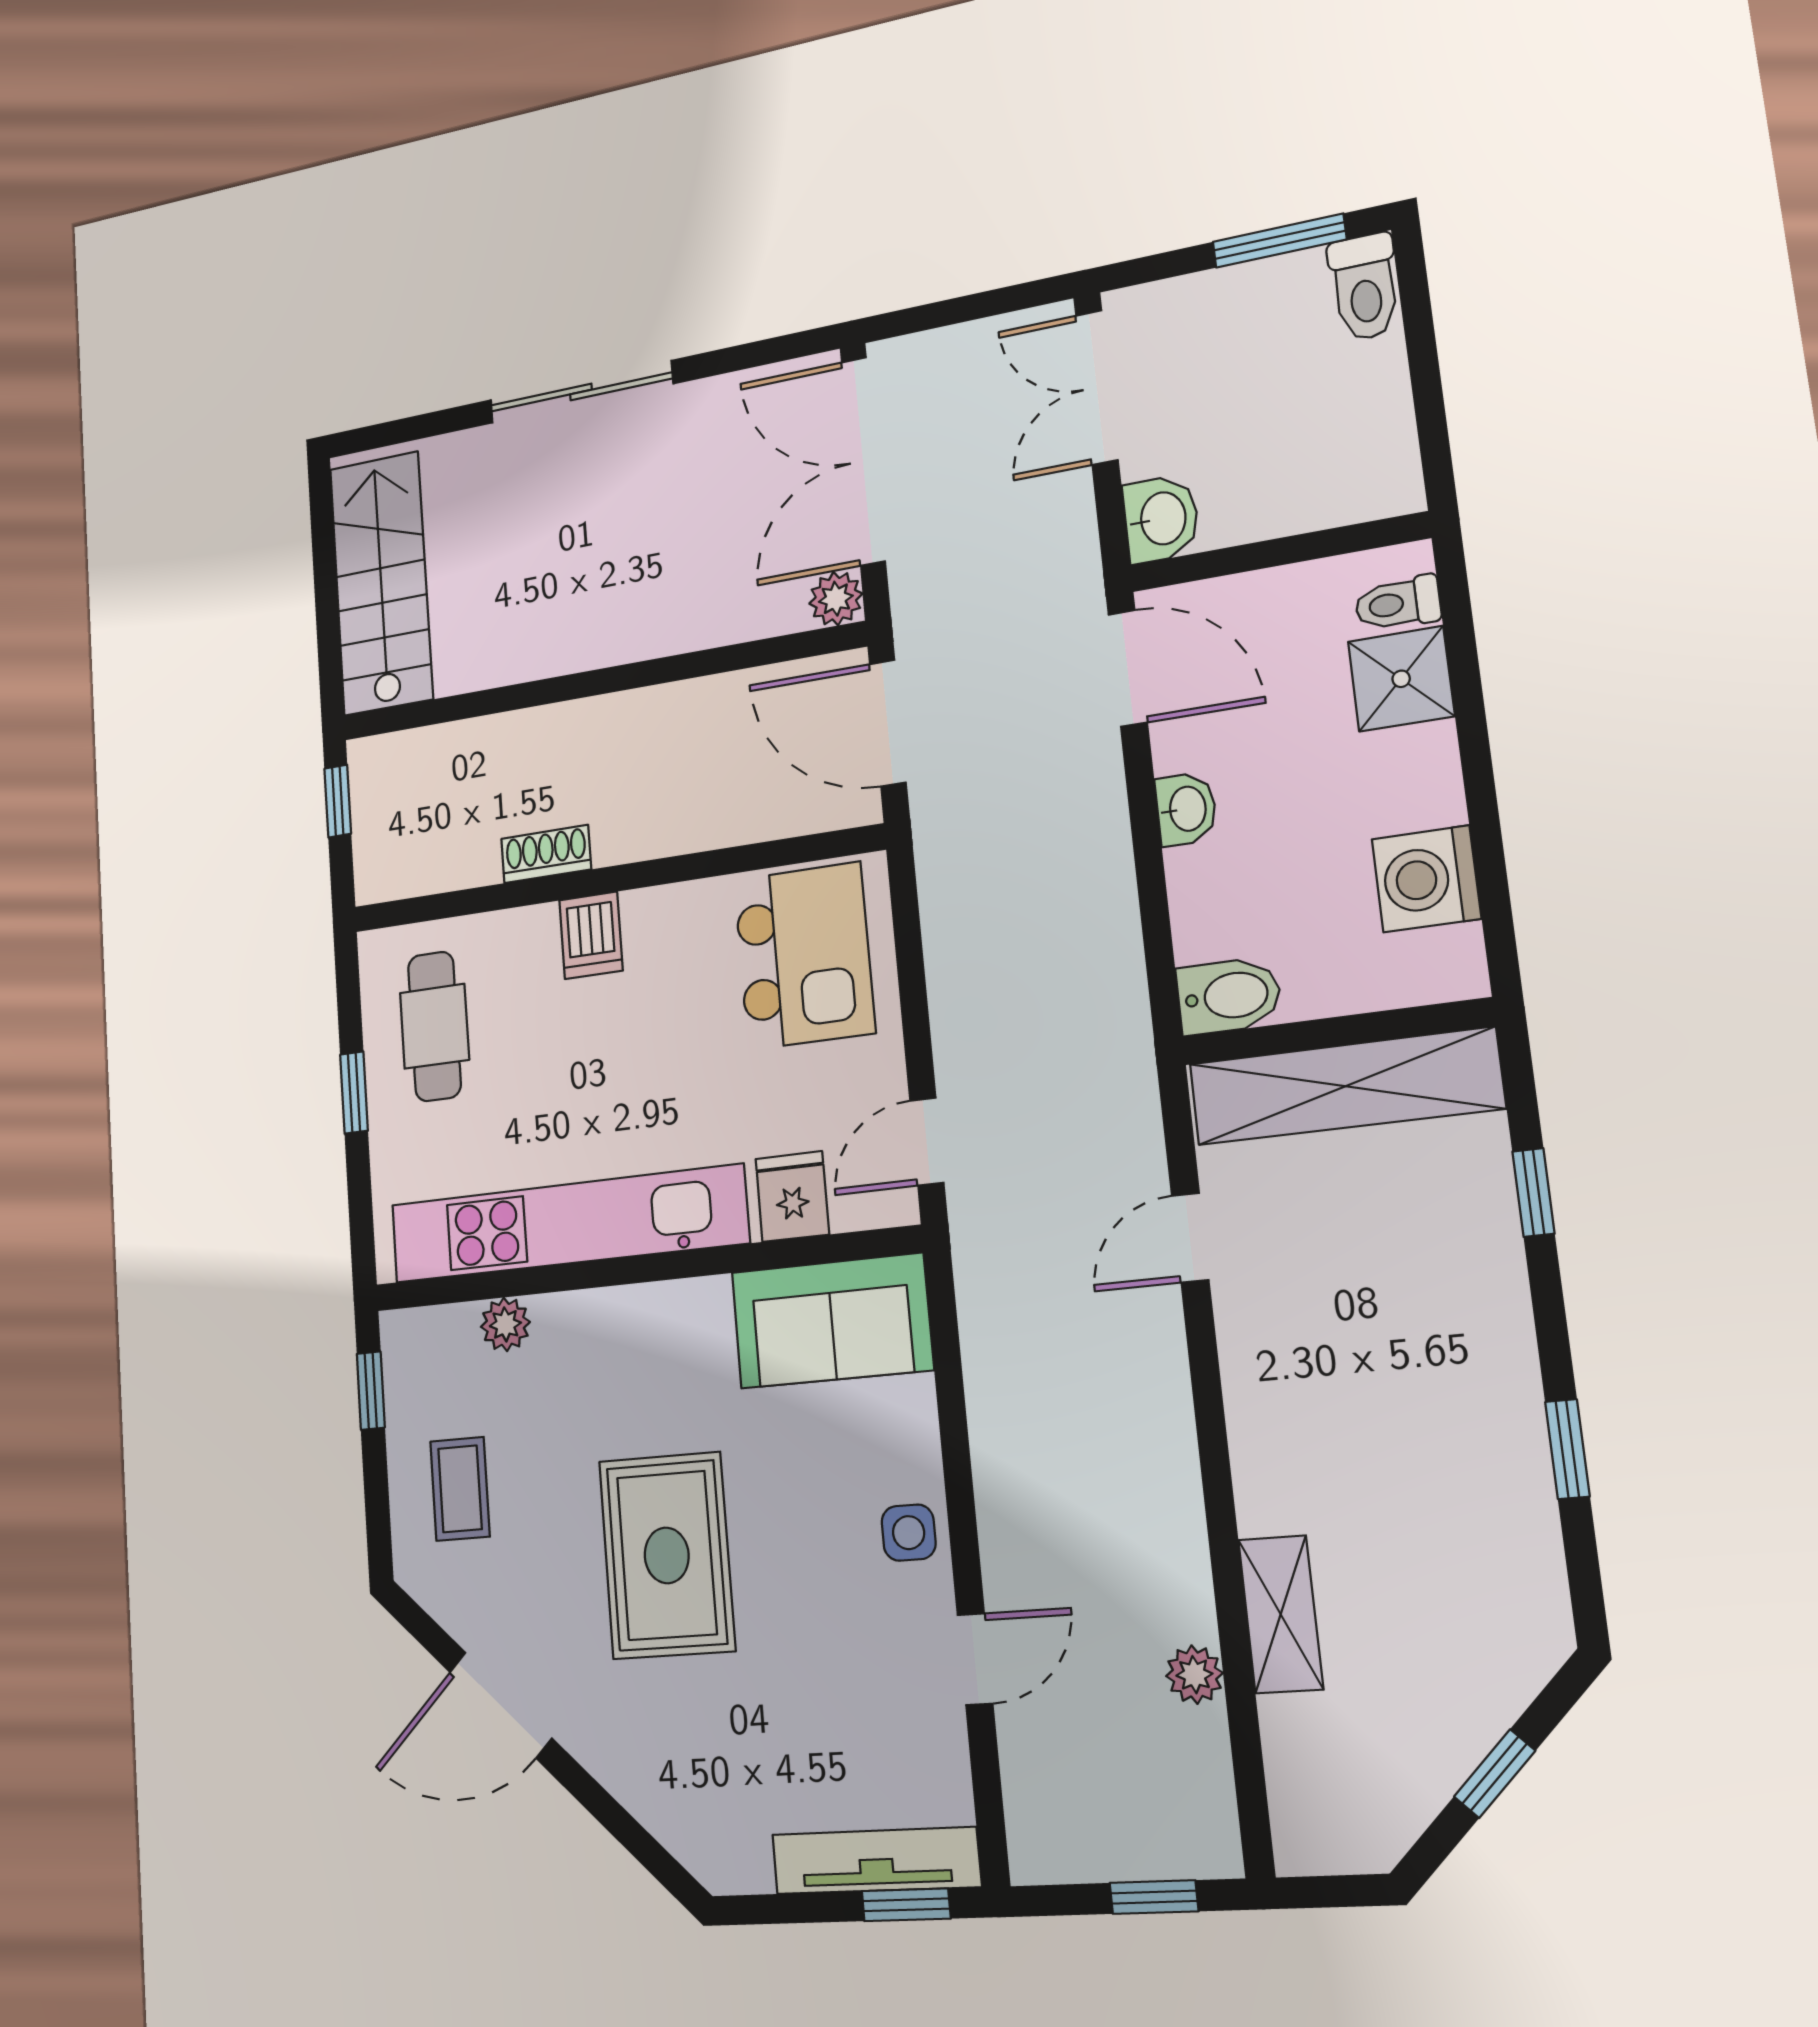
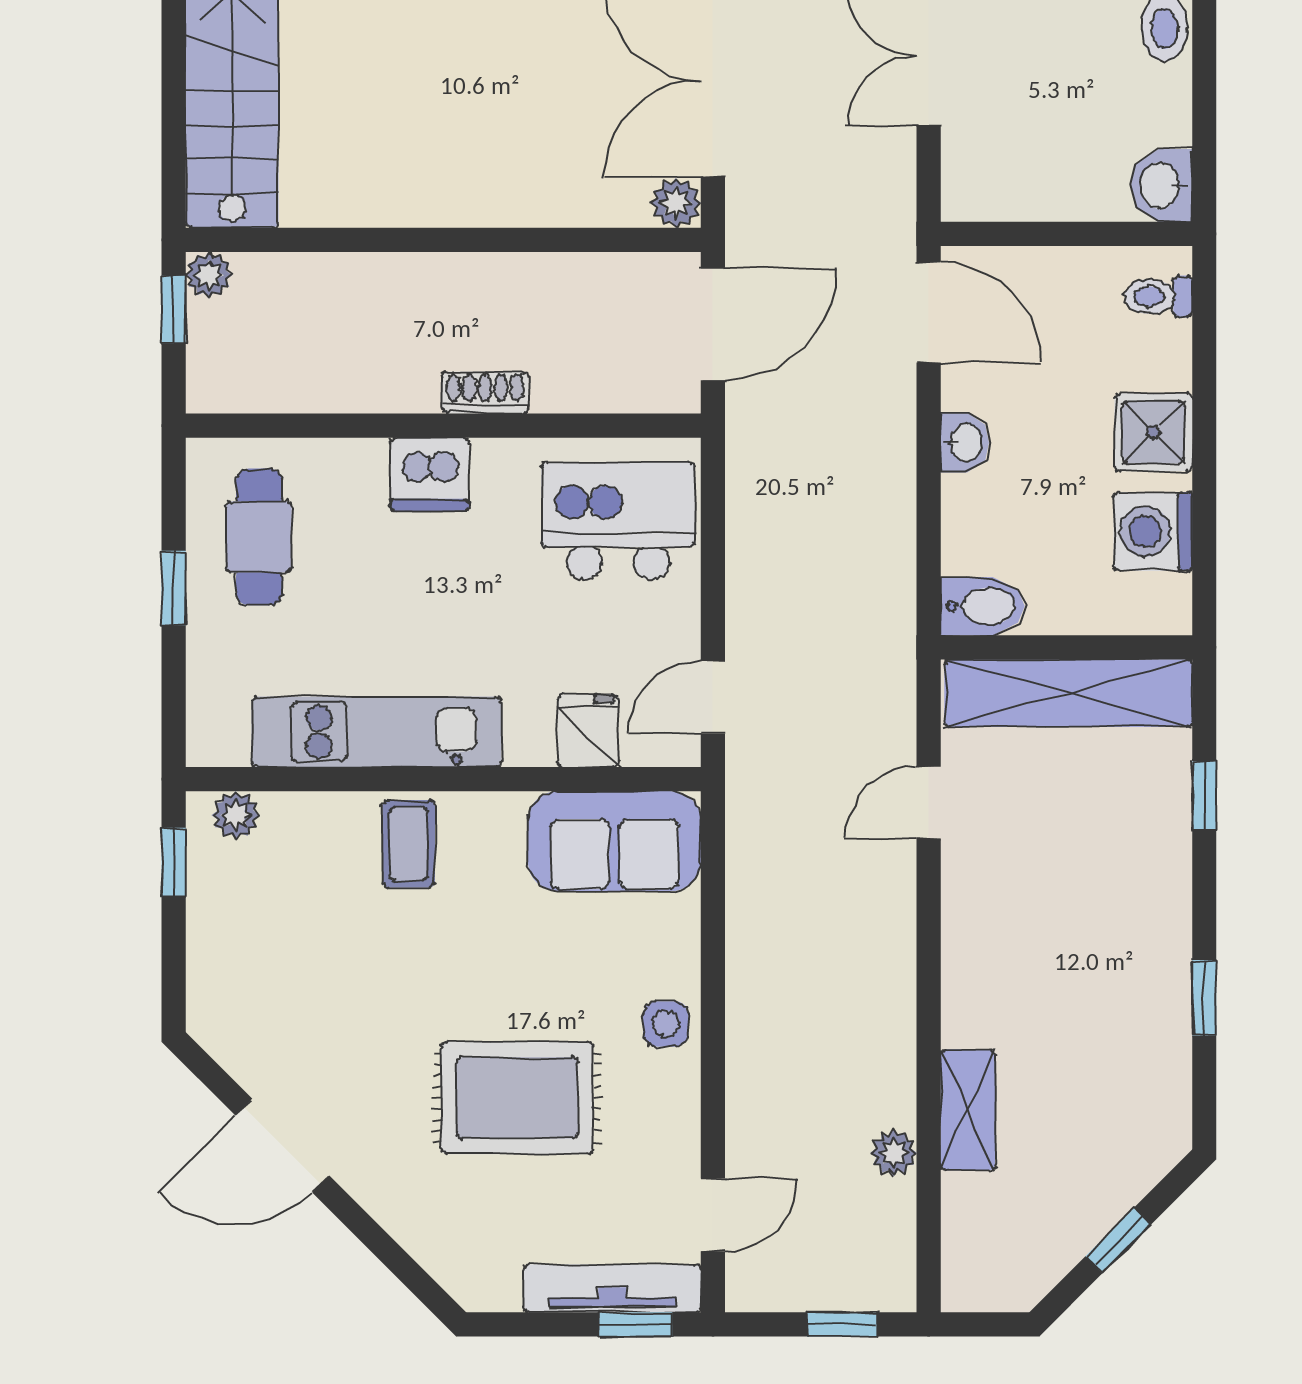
washbasin: (1161, 519) -> (1162, 186), moved, turned 180
shower: (1401, 679) -> (1153, 432), moved
door: (888, 723) -> (713, 324), swing flipped
plant: (369, 760) -> (209, 275), added
shoe rack: (546, 854) -> (485, 393), moved
dishwasher: (591, 935) -> (430, 474), width x1.38
kitchen island: (804, 956) -> (618, 521), turned -90
kitchen unit: (567, 1224) -> (376, 732), width x0.73
plant: (505, 1324) -> (236, 815), moved
coffee table: (460, 1489) -> (409, 844), moved
rug: (667, 1555) -> (517, 1098), moved, turned 90
door: (975, 1659) -> (713, 1215), moved

